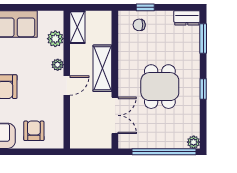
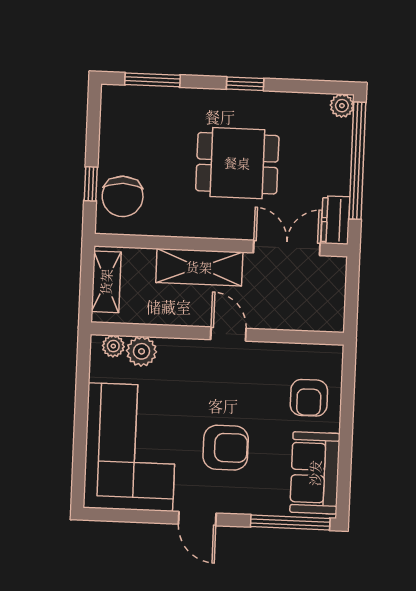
dresser: (187, 18) -> (335, 220), moved, turned 180
chair: (139, 25) -> (123, 196), width x1.87, depth x1.87
shelving: (77, 27) -> (106, 282), moved, turned 90
plant: (58, 65) -> (113, 346), moved
armchair: (34, 131) -> (309, 398), turned -90

